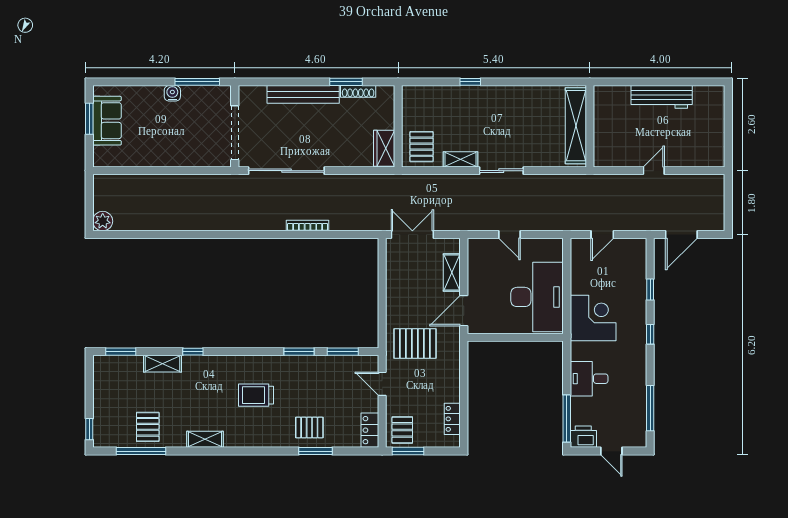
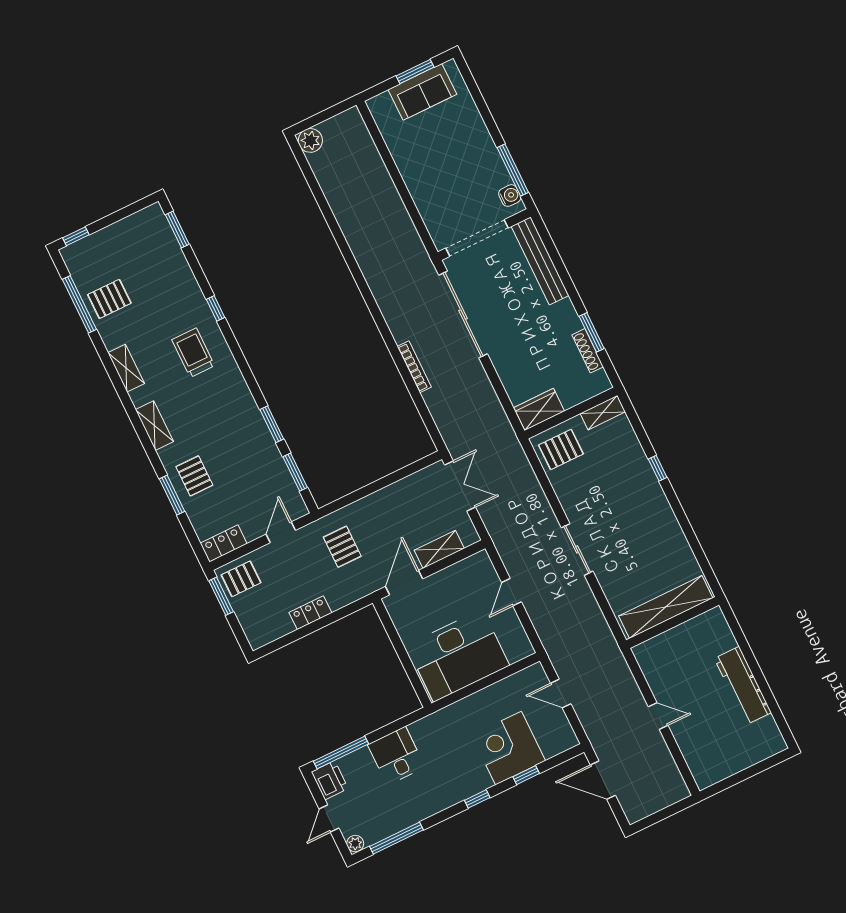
water cooler: (172, 93) -> (510, 196), moved
bench: (303, 94) -> (540, 261), moved
shelving: (461, 159) -> (603, 413), moved, turned 90
door: (464, 311) -> (404, 583), hinge flipped
corner desk: (593, 318) -> (508, 748), moved, turned 180
pallet: (415, 344) -> (342, 547), width x0.67, depth x0.71
shelving: (163, 364) -> (154, 426), moved
trolley: (256, 395) -> (193, 353), moved
locker: (452, 419) -> (310, 613), moved
plant: (639, 441) -> (355, 844), added

